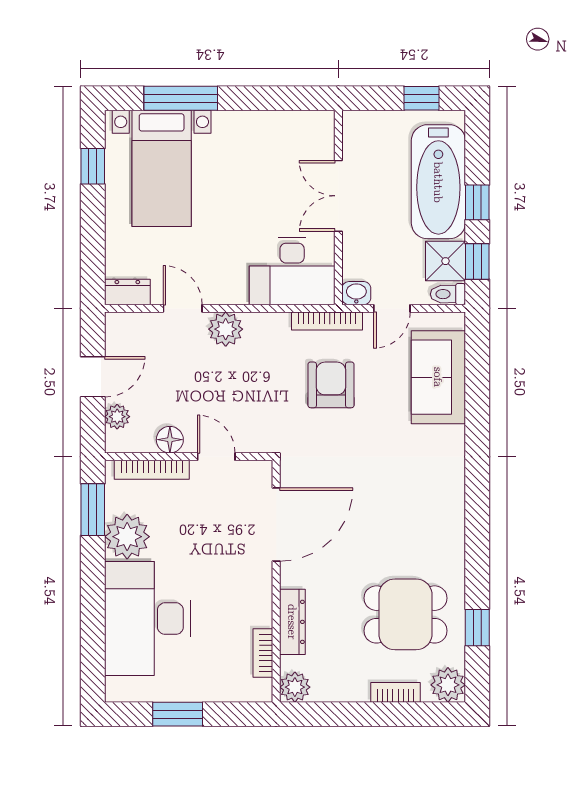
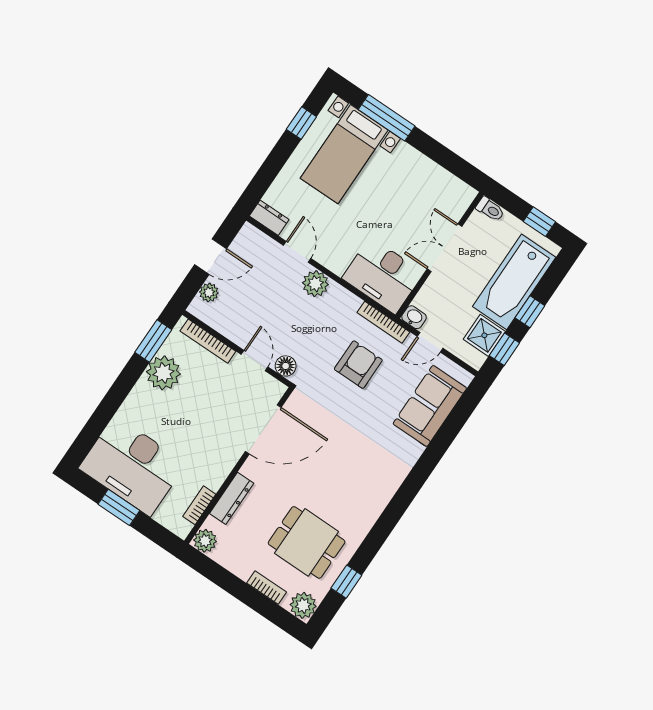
toilet: (448, 294) -> (490, 209), moved, turned 180
floor lamp: (170, 440) -> (286, 366), moved
desk: (147, 619) -> (132, 466), moved, turned -90

